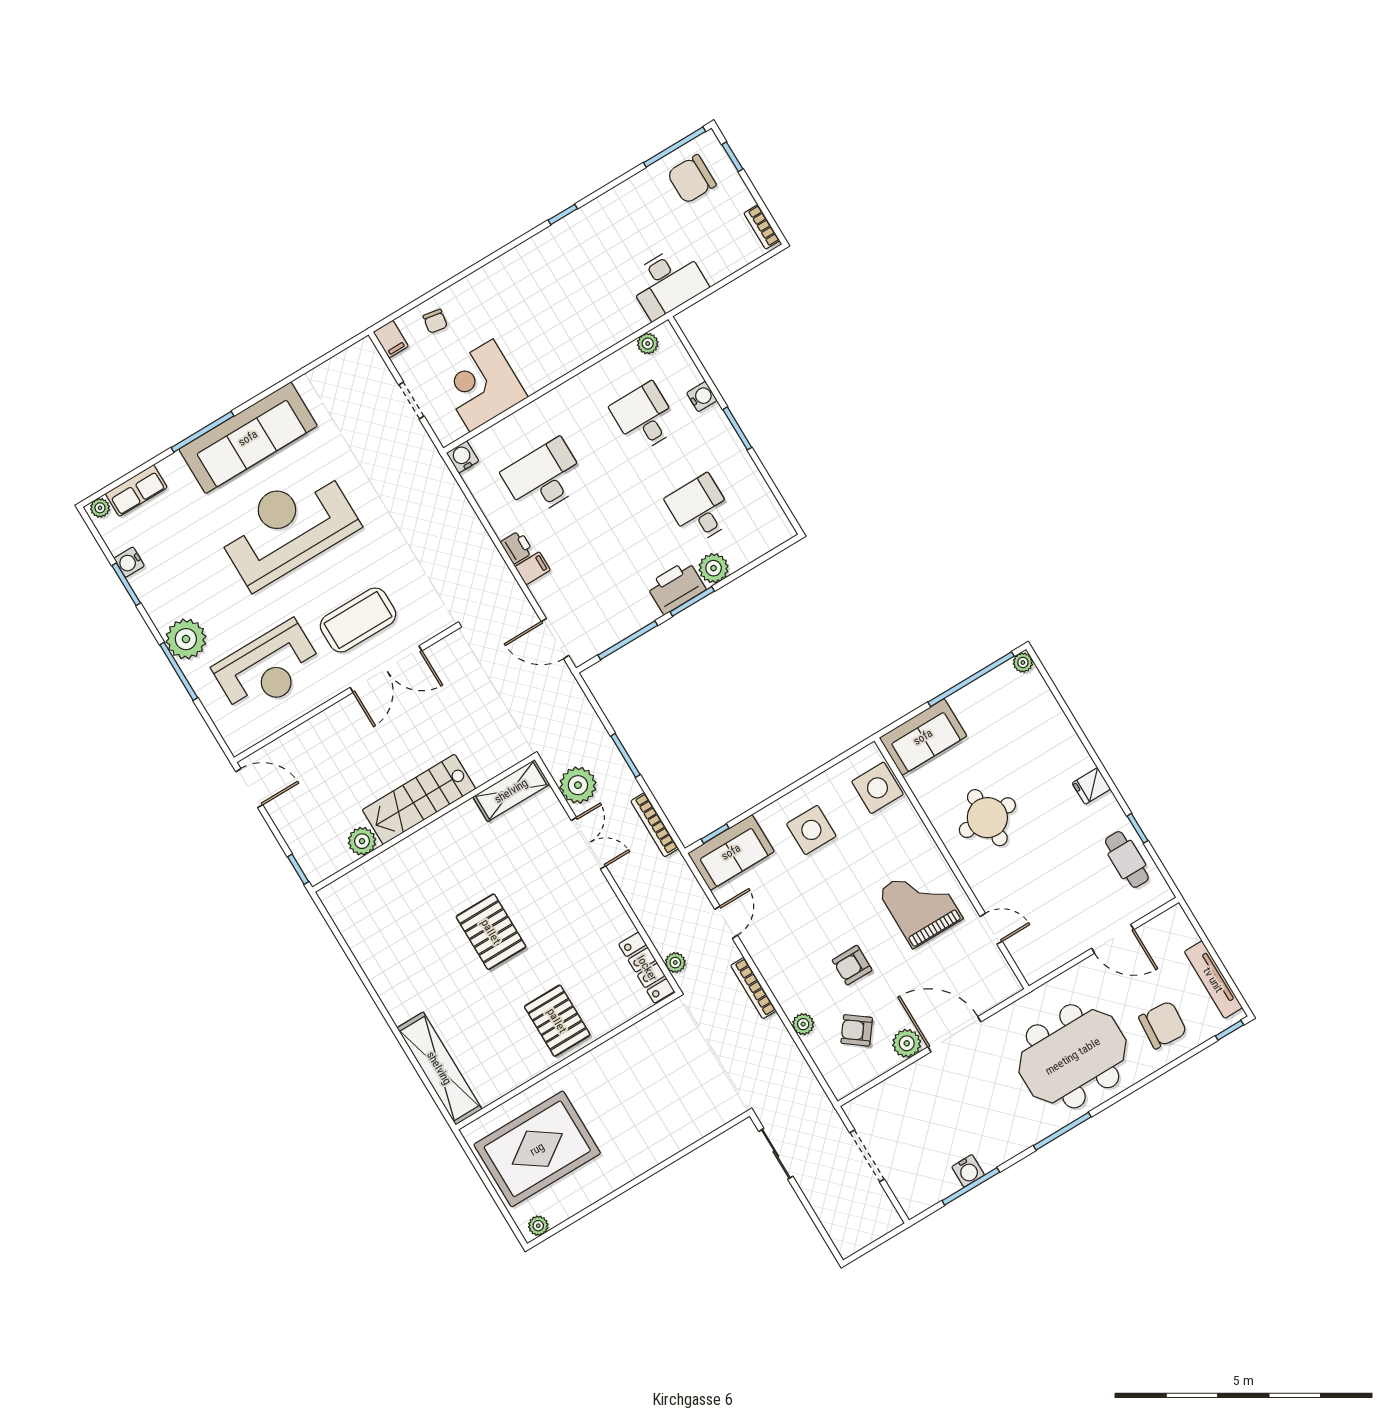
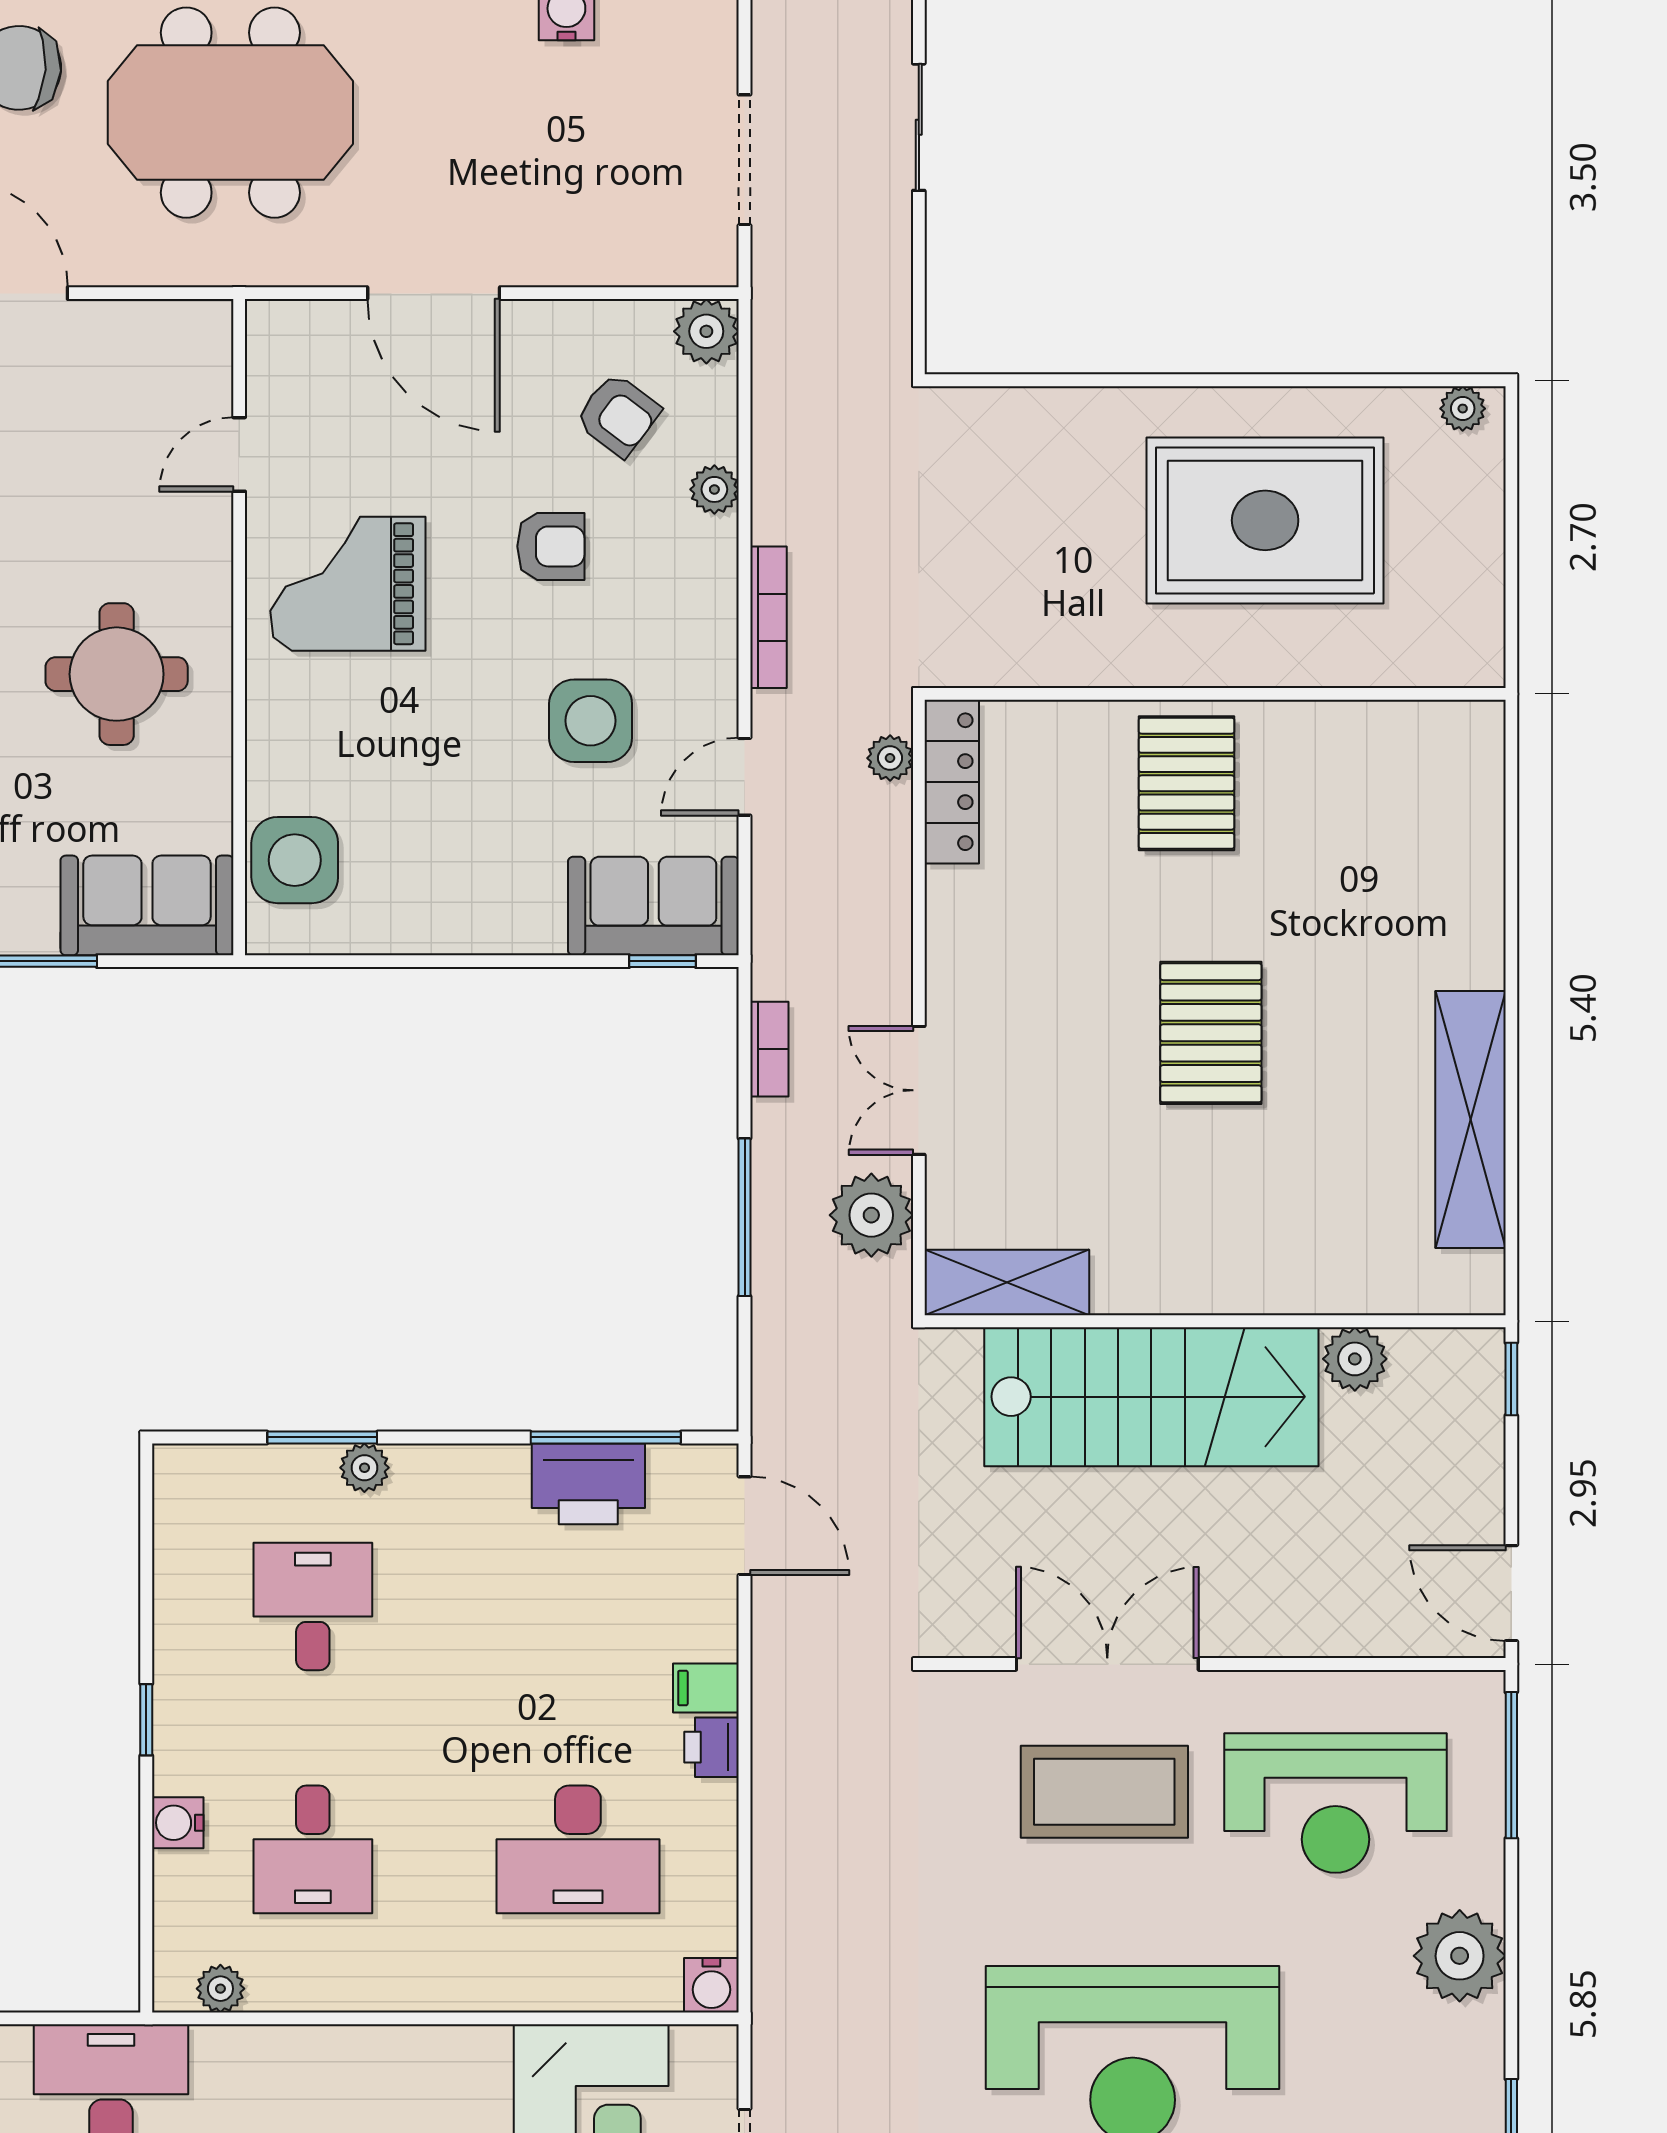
window: (737, 428) -> (146, 1720), width x0.67
desk: (700, 509) -> (313, 1606), turned 180
plant: (714, 568) -> (364, 1468), width x0.73, depth x0.73
printer: (676, 587) -> (588, 1484), moved
window: (692, 601) -> (322, 1437), moved
reception desk: (268, 669) -> (1335, 1803), turned 180
window: (179, 671) -> (1511, 1765), moved
window: (625, 755) -> (745, 1217), width x1.44
stairs: (419, 799) -> (1151, 1397), width x1.36, depth x1.51
bookcase: (654, 825) -> (769, 1049), width x0.64
side table: (811, 830) -> (591, 721), moved
grand piano: (920, 905) -> (348, 584), turned 90
door: (991, 929) -> (239, 454), hinge flipped
plant: (907, 1043) -> (706, 331), moved
shelving: (439, 1068) -> (1470, 1119), moved
rug: (537, 1149) -> (1265, 520), moved
sliding door: (776, 1154) -> (919, 127), moved

